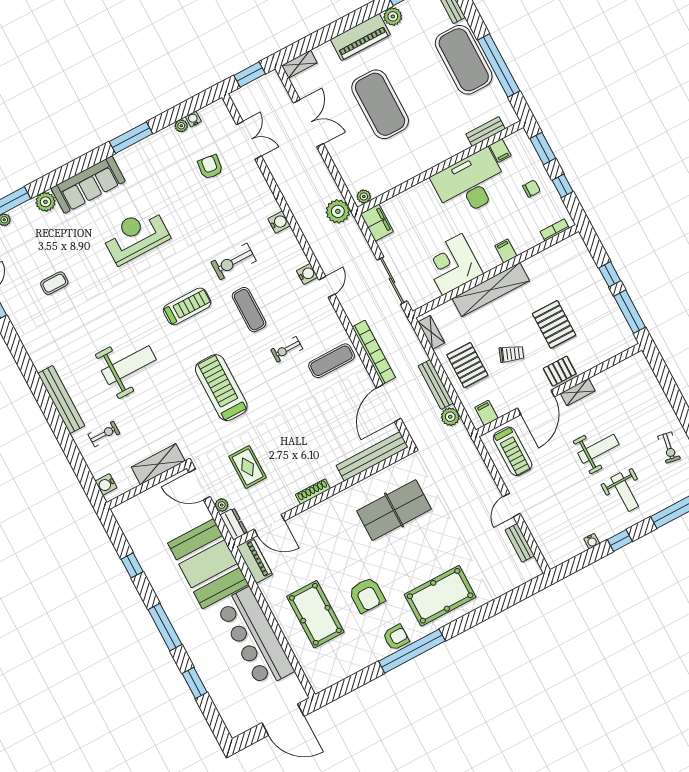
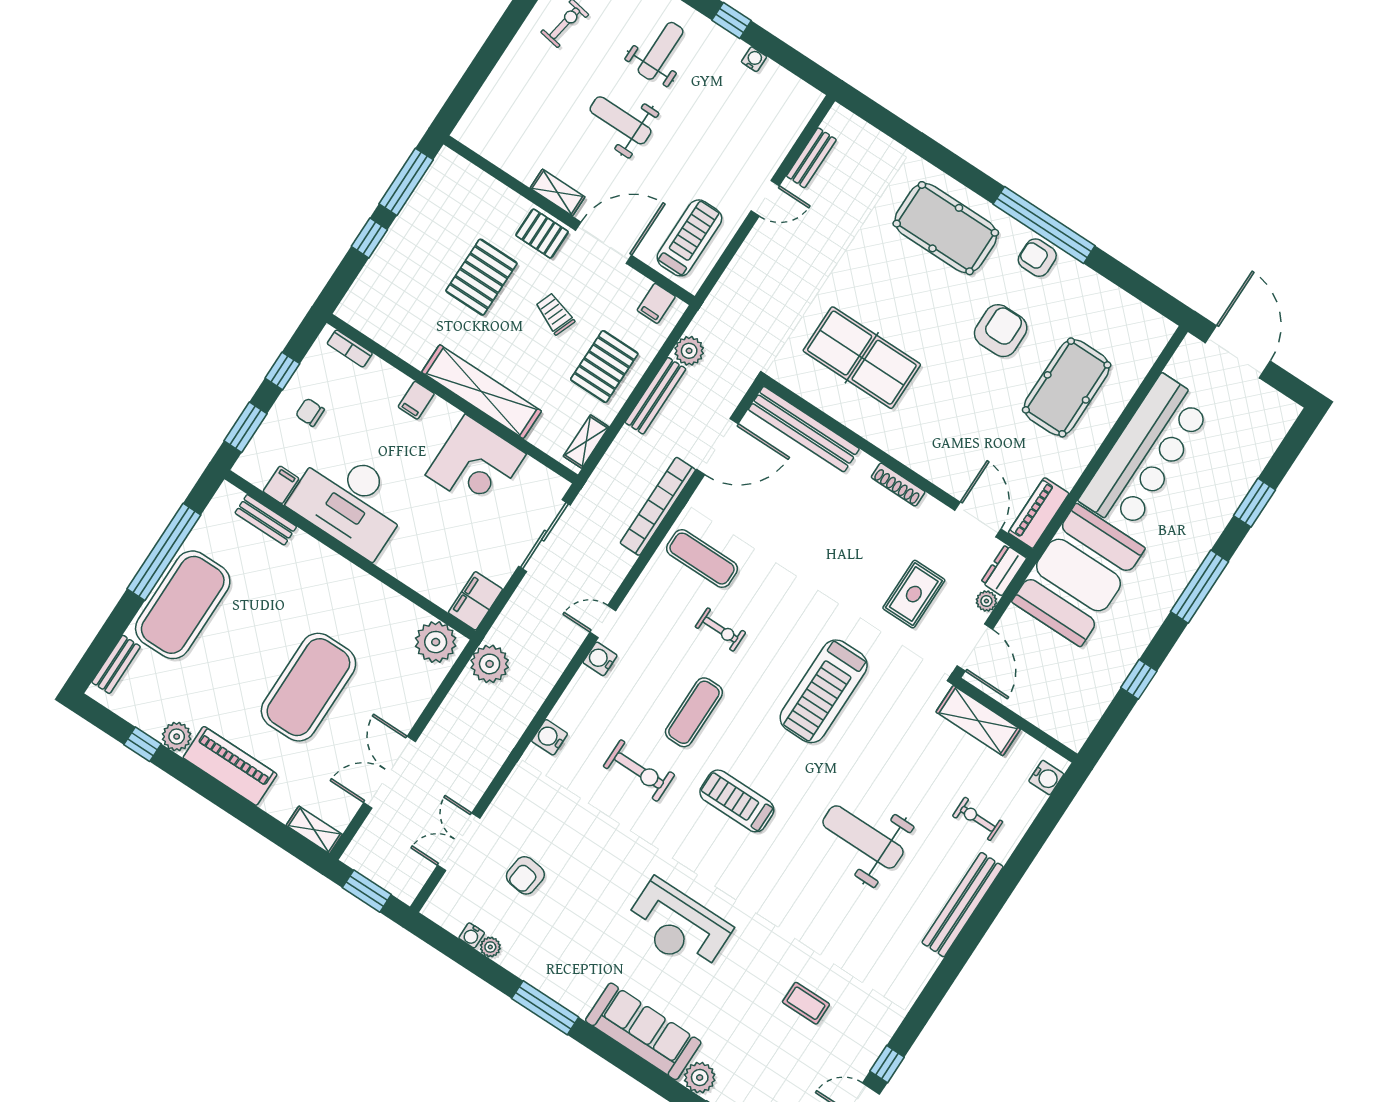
plant: (364, 196) -> (436, 642), width x1.87, depth x1.87

